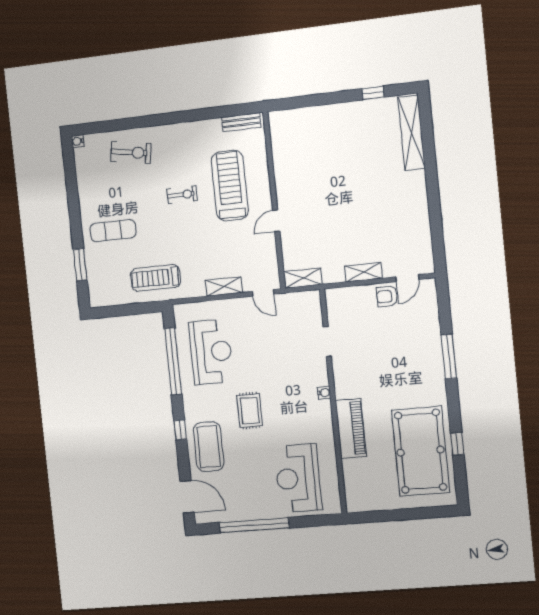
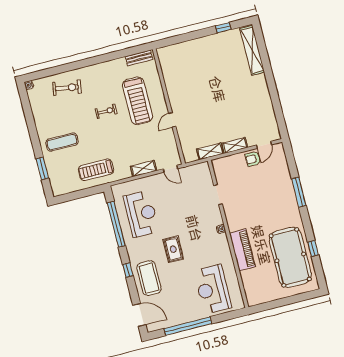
treadmill: (230, 186) -> (138, 101), turned 180
shelving: (303, 278) -> (210, 151), moved

